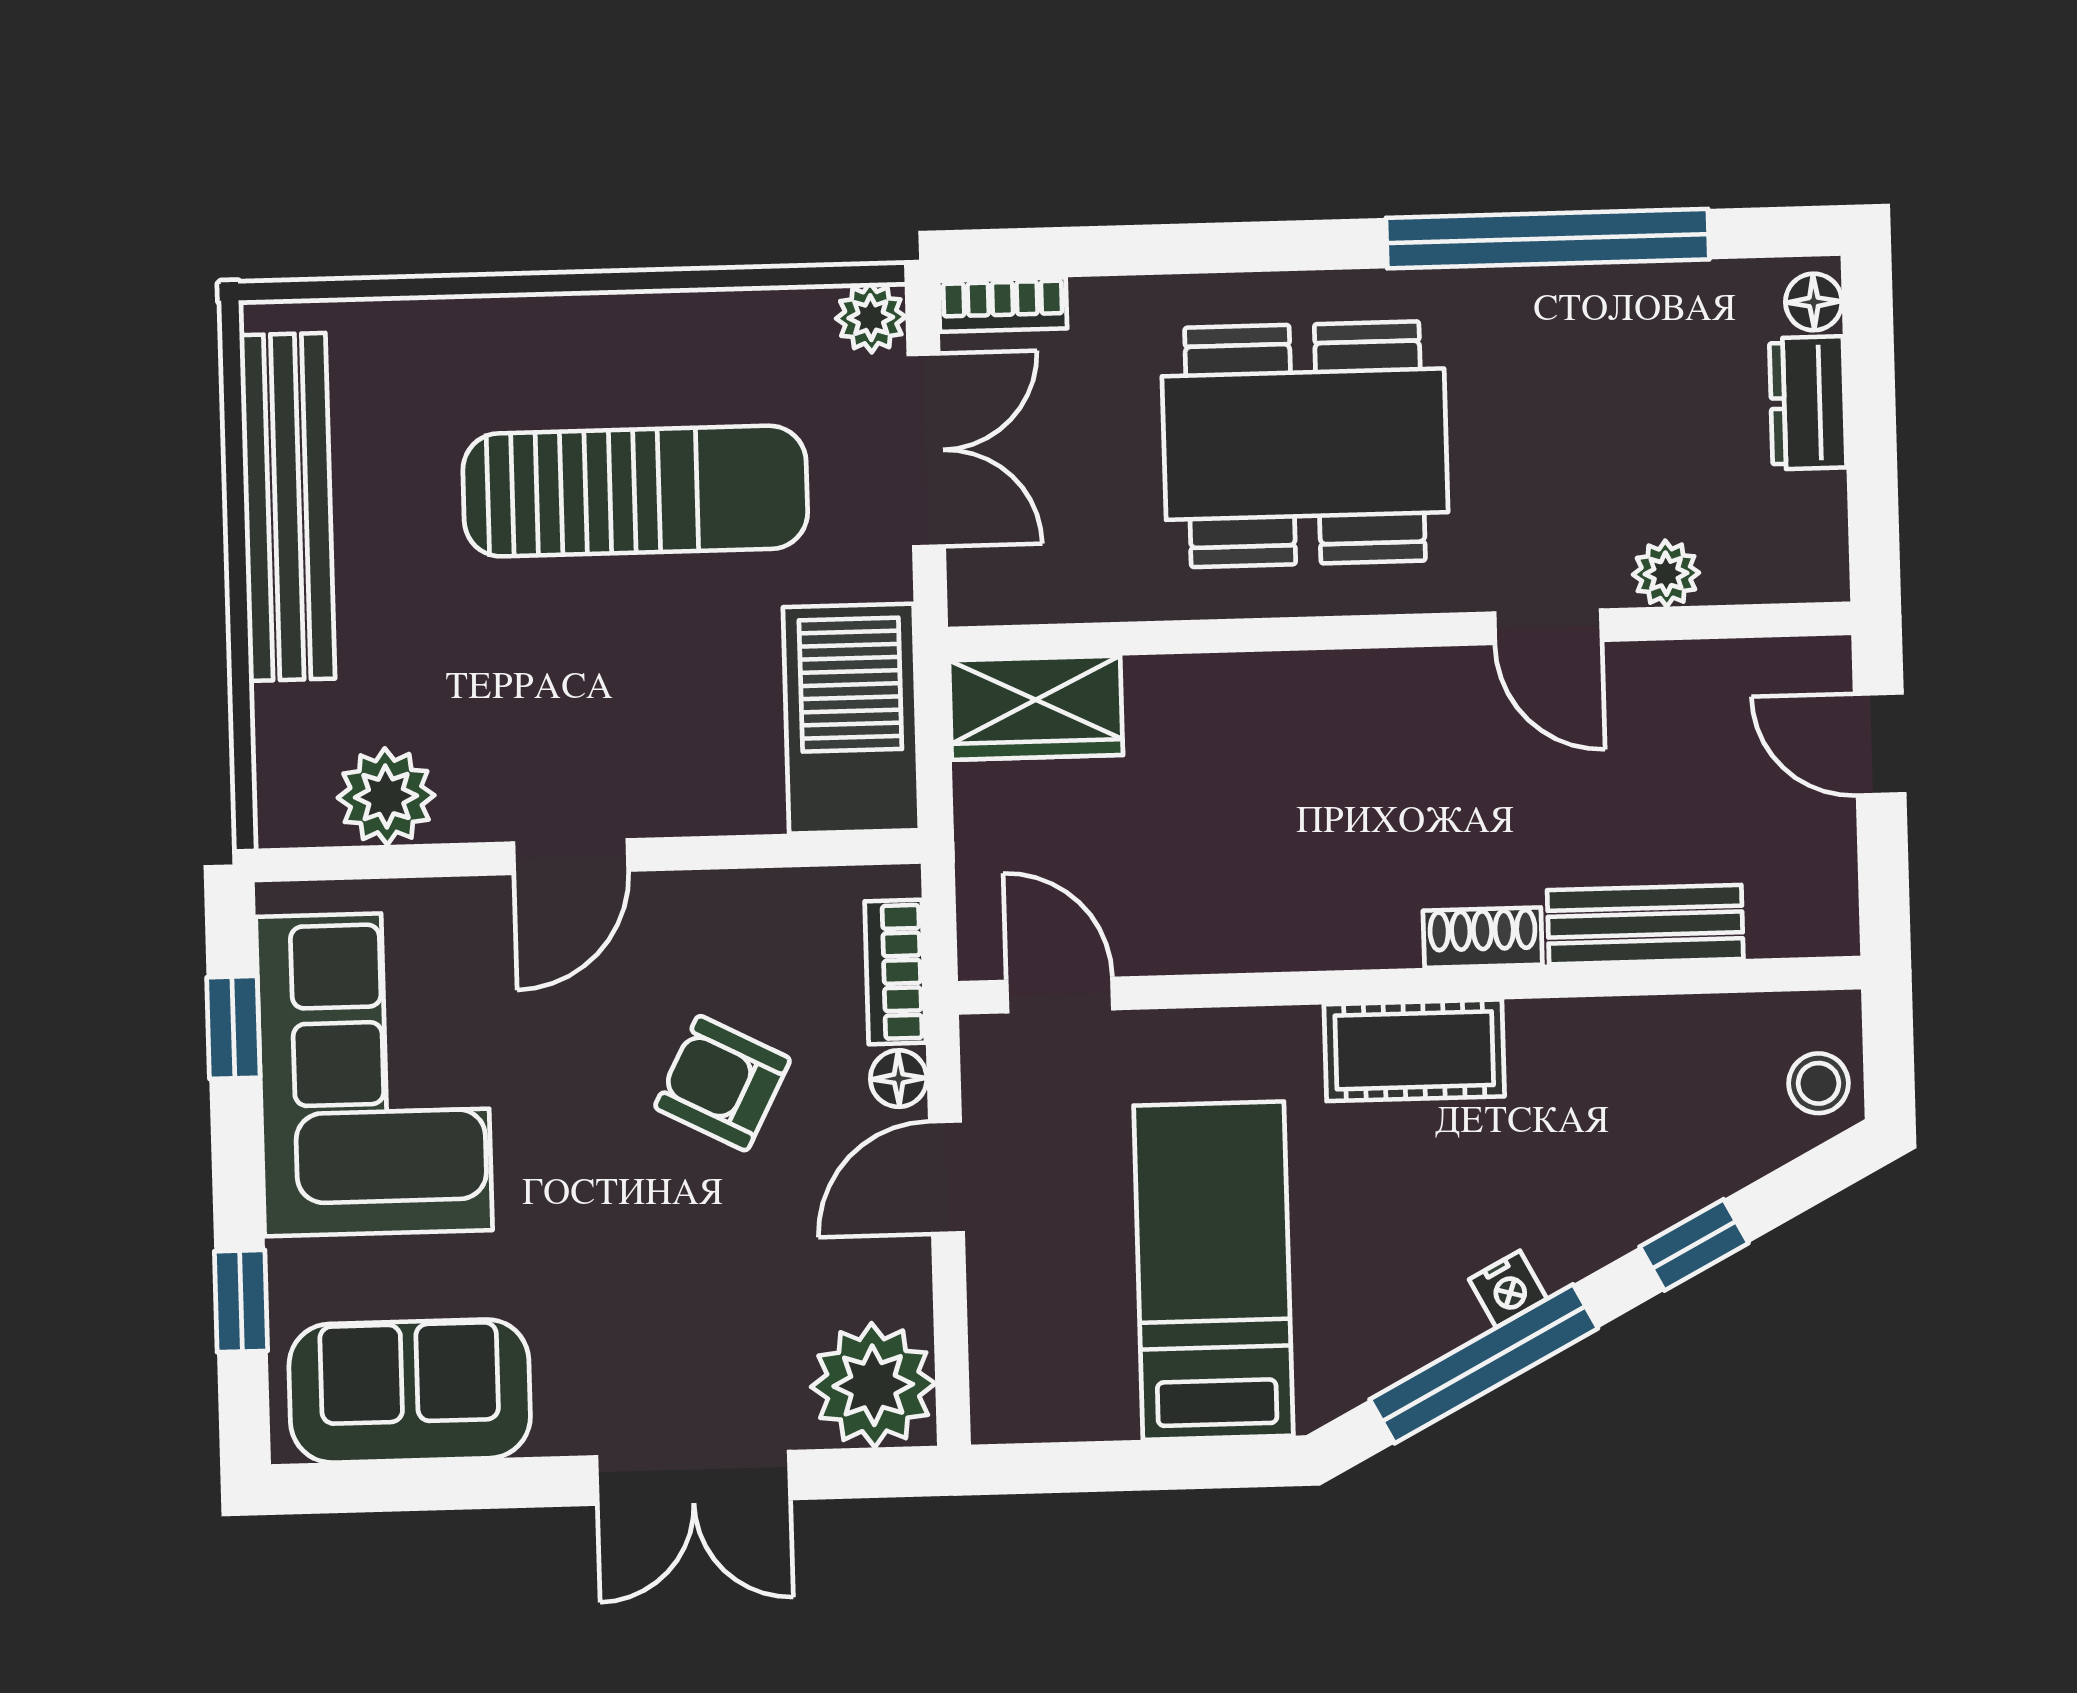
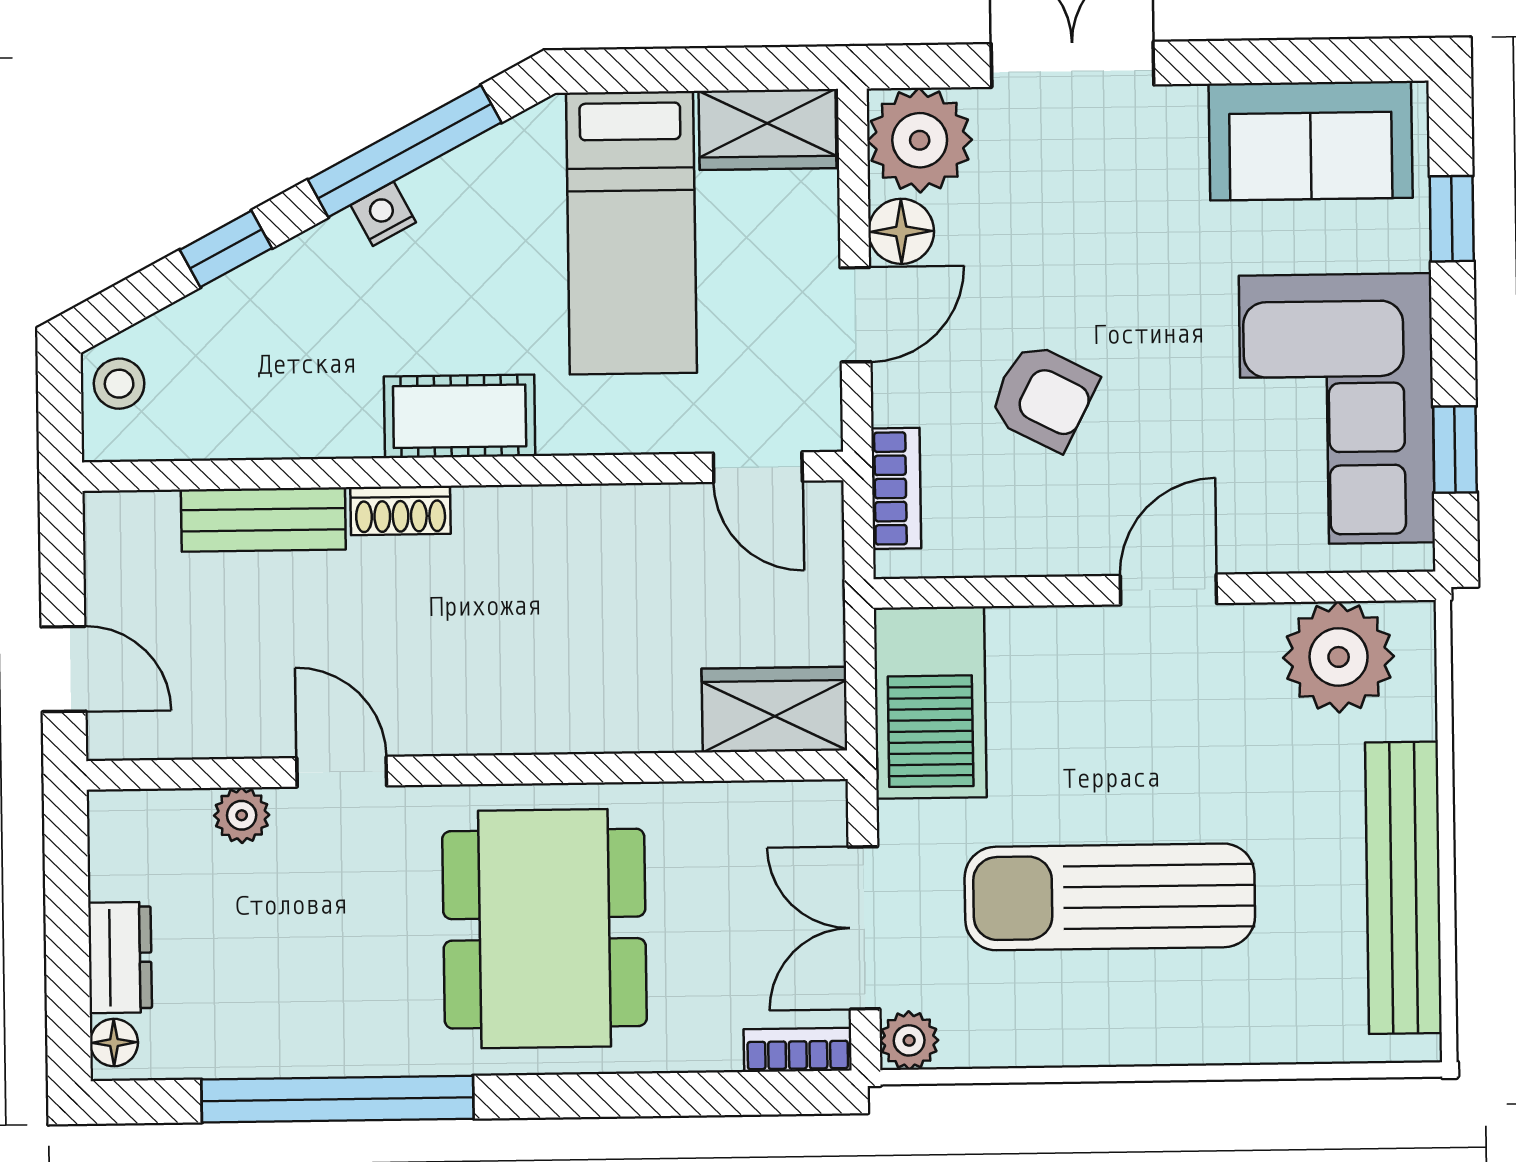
dining table: (1305, 444) -> (544, 929), turned 90
plant: (386, 797) -> (1339, 657), width x1.36, depth x1.36
floor lamp: (899, 1079) -> (901, 231), moved, width x1.37, depth x1.37
wardrobe: (1054, 1395) -> (768, 130), added

